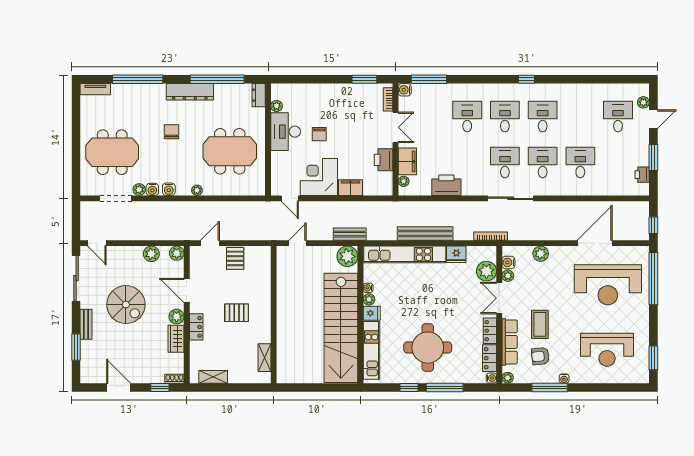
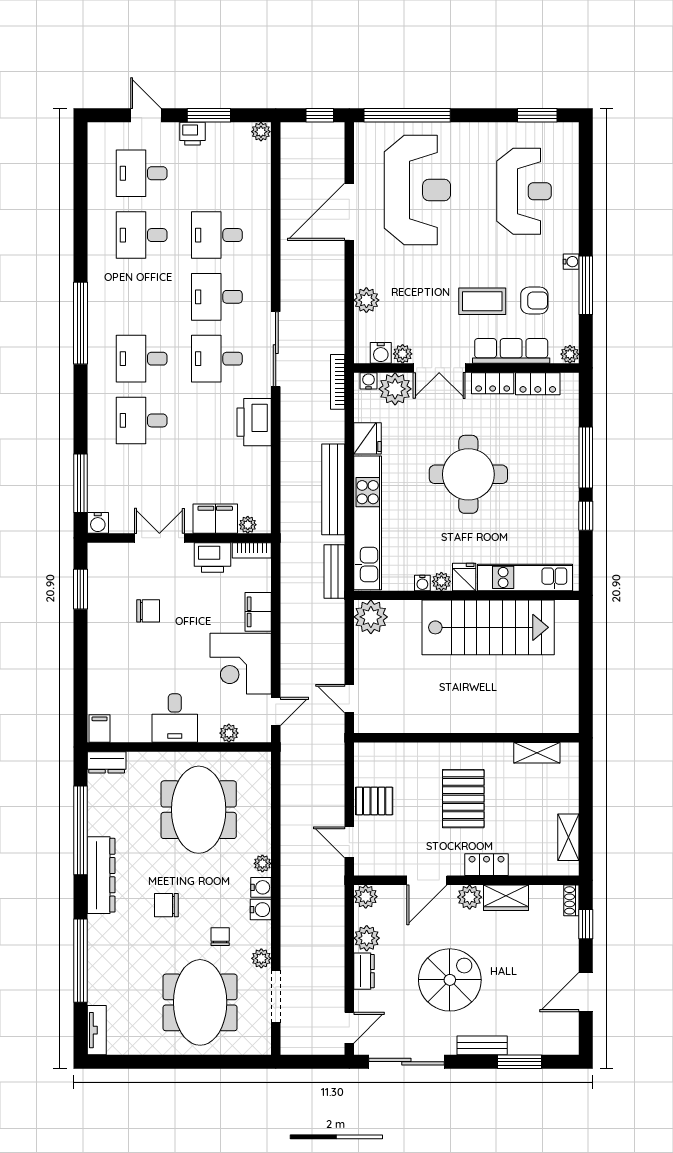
window: (527, 79) -> (80, 323), width x3.17
filing cabinet: (279, 91) -> (100, 729), added
bookcase: (388, 99) -> (252, 550), moved
plant: (643, 102) -> (261, 132), moved
plant: (277, 106) -> (229, 733), moved
desk: (543, 116) -> (142, 235), moved
desk: (286, 132) -> (175, 718), width x0.73
chair: (319, 134) -> (148, 611), moved
chair: (152, 164) -> (220, 937), added
printer: (642, 175) -> (192, 134), moved
printer: (446, 185) -> (254, 422), moved
water cooler: (152, 189) -> (261, 887), moved
bench: (350, 234) -> (334, 571), moved
door: (595, 243) -> (349, 212), hinge flipped
dresser: (131, 252) -> (364, 971), added
pallet: (237, 313) -> (463, 799), width x1.50, depth x1.42
stairs: (341, 328) -> (488, 627), width x0.73
round table: (428, 348) -> (468, 474), moved
armchair: (540, 356) -> (534, 301), turned -84
water cooler: (491, 378) -> (369, 381), moved

